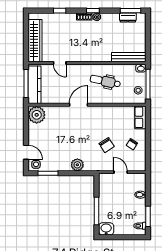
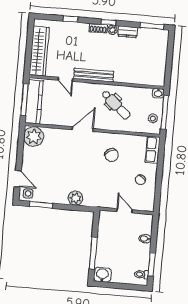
dresser: (128, 17) -> (128, 32), moved
bench: (129, 57) -> (94, 75), moved
dental chair: (105, 81) -> (116, 105), turned -151
chair: (107, 145) -> (112, 155), moved

